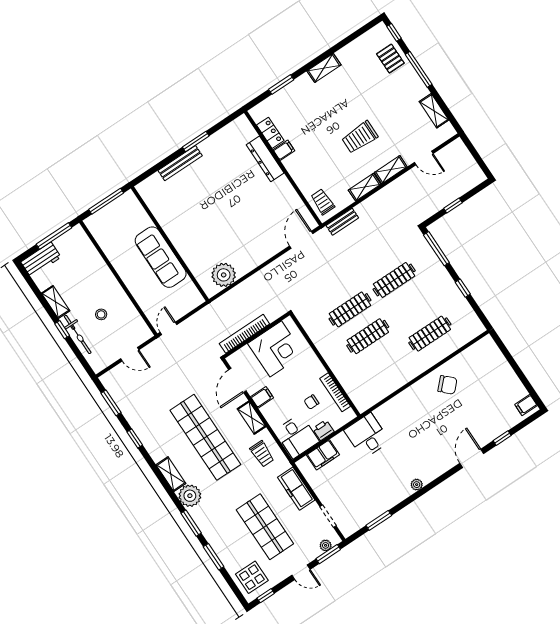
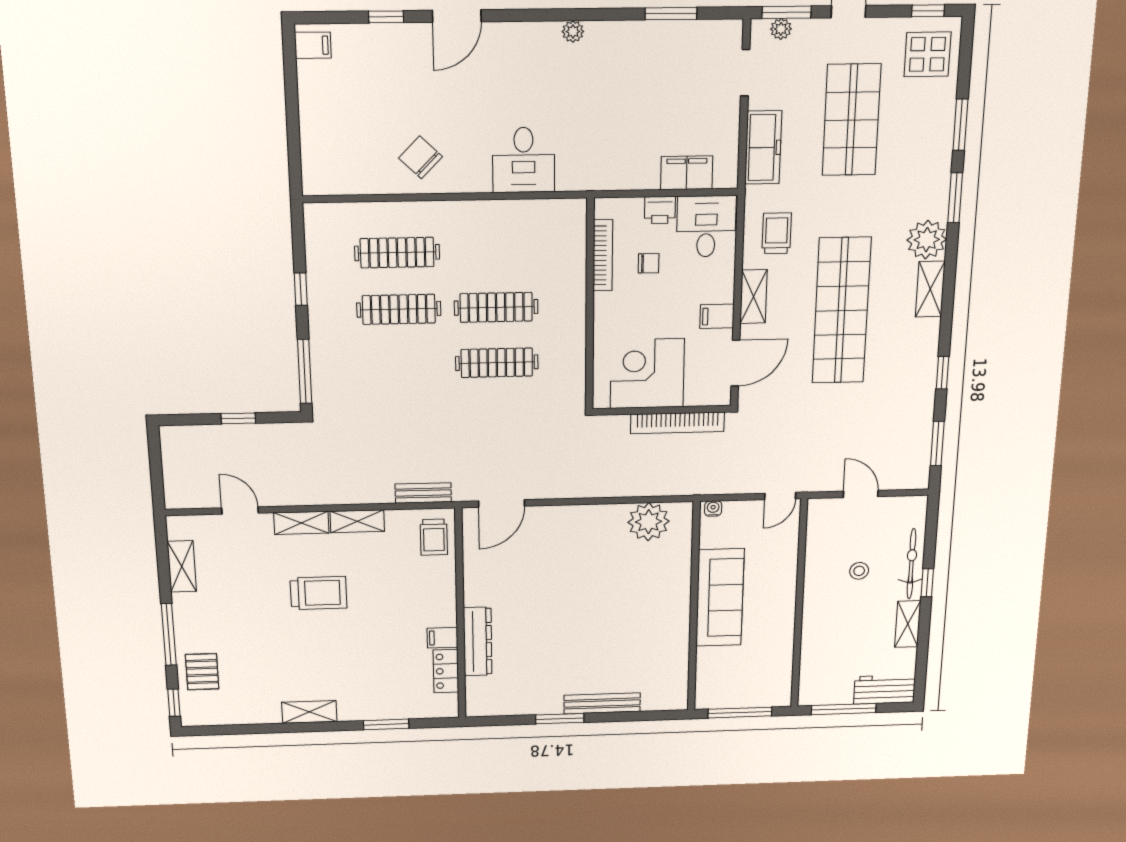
clothes rail: (394, 280) -> (399, 309), moved
water cooler: (197, 301) -> (713, 508), added
desk: (367, 436) -> (524, 160), moved

